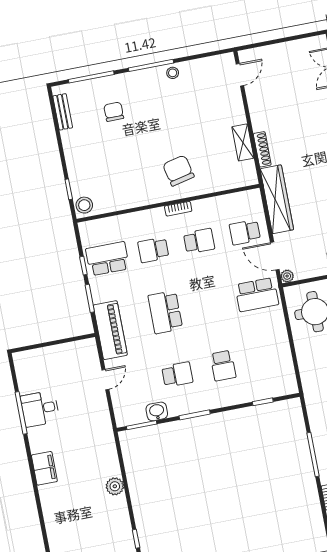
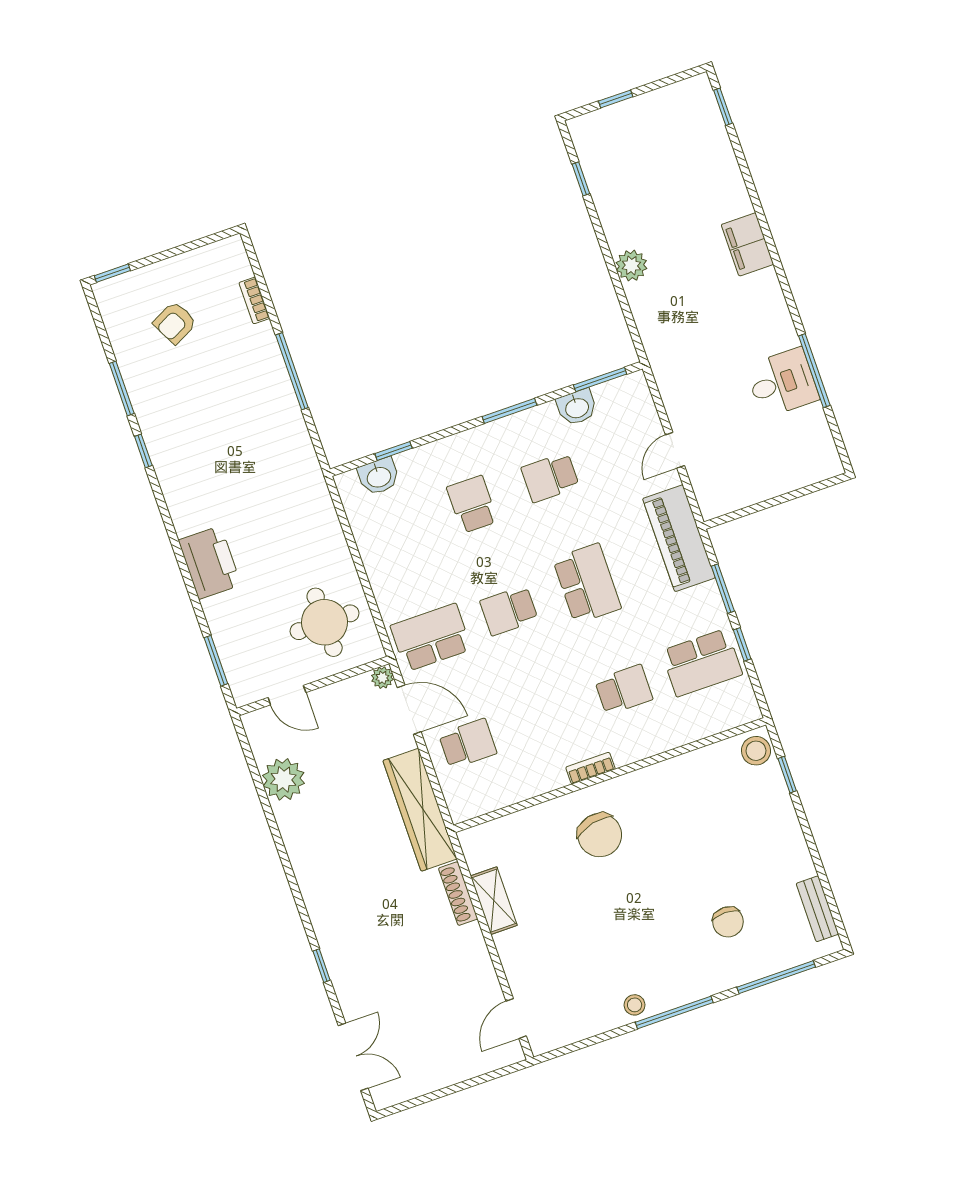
school desk: (199, 241) -> (509, 610), moved
washbasin: (273, 389) -> (379, 476), added
filing cabinet: (44, 468) -> (747, 244), moved

